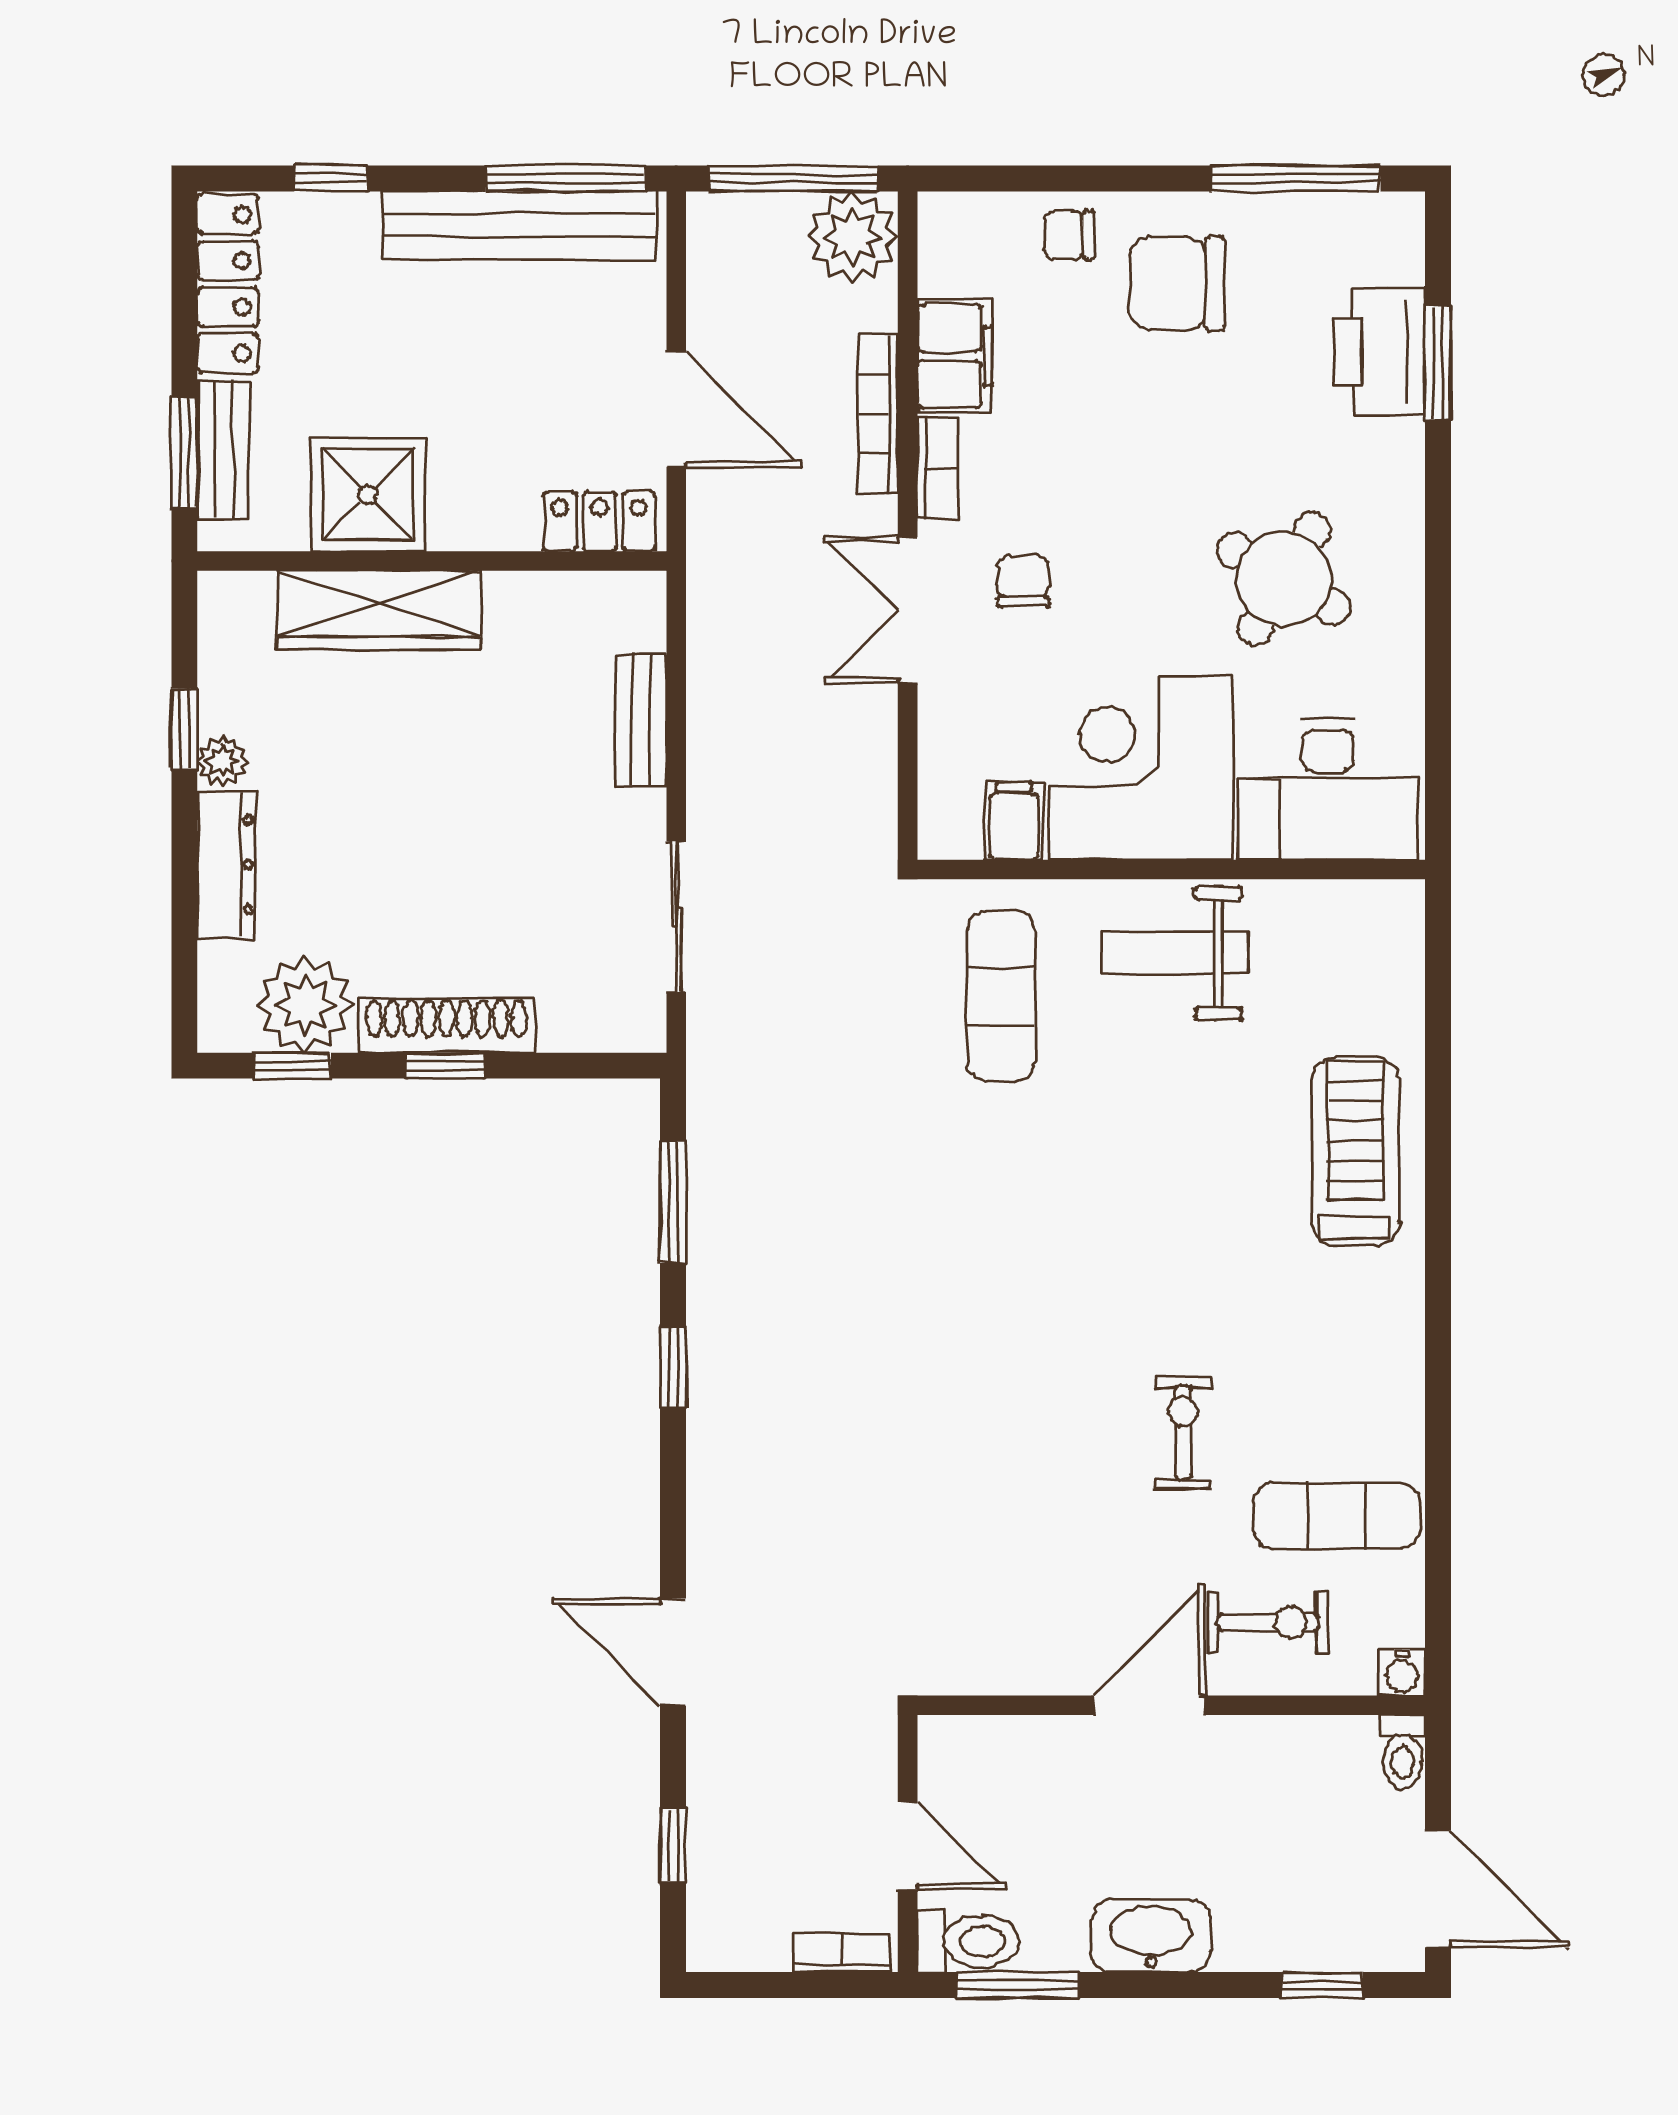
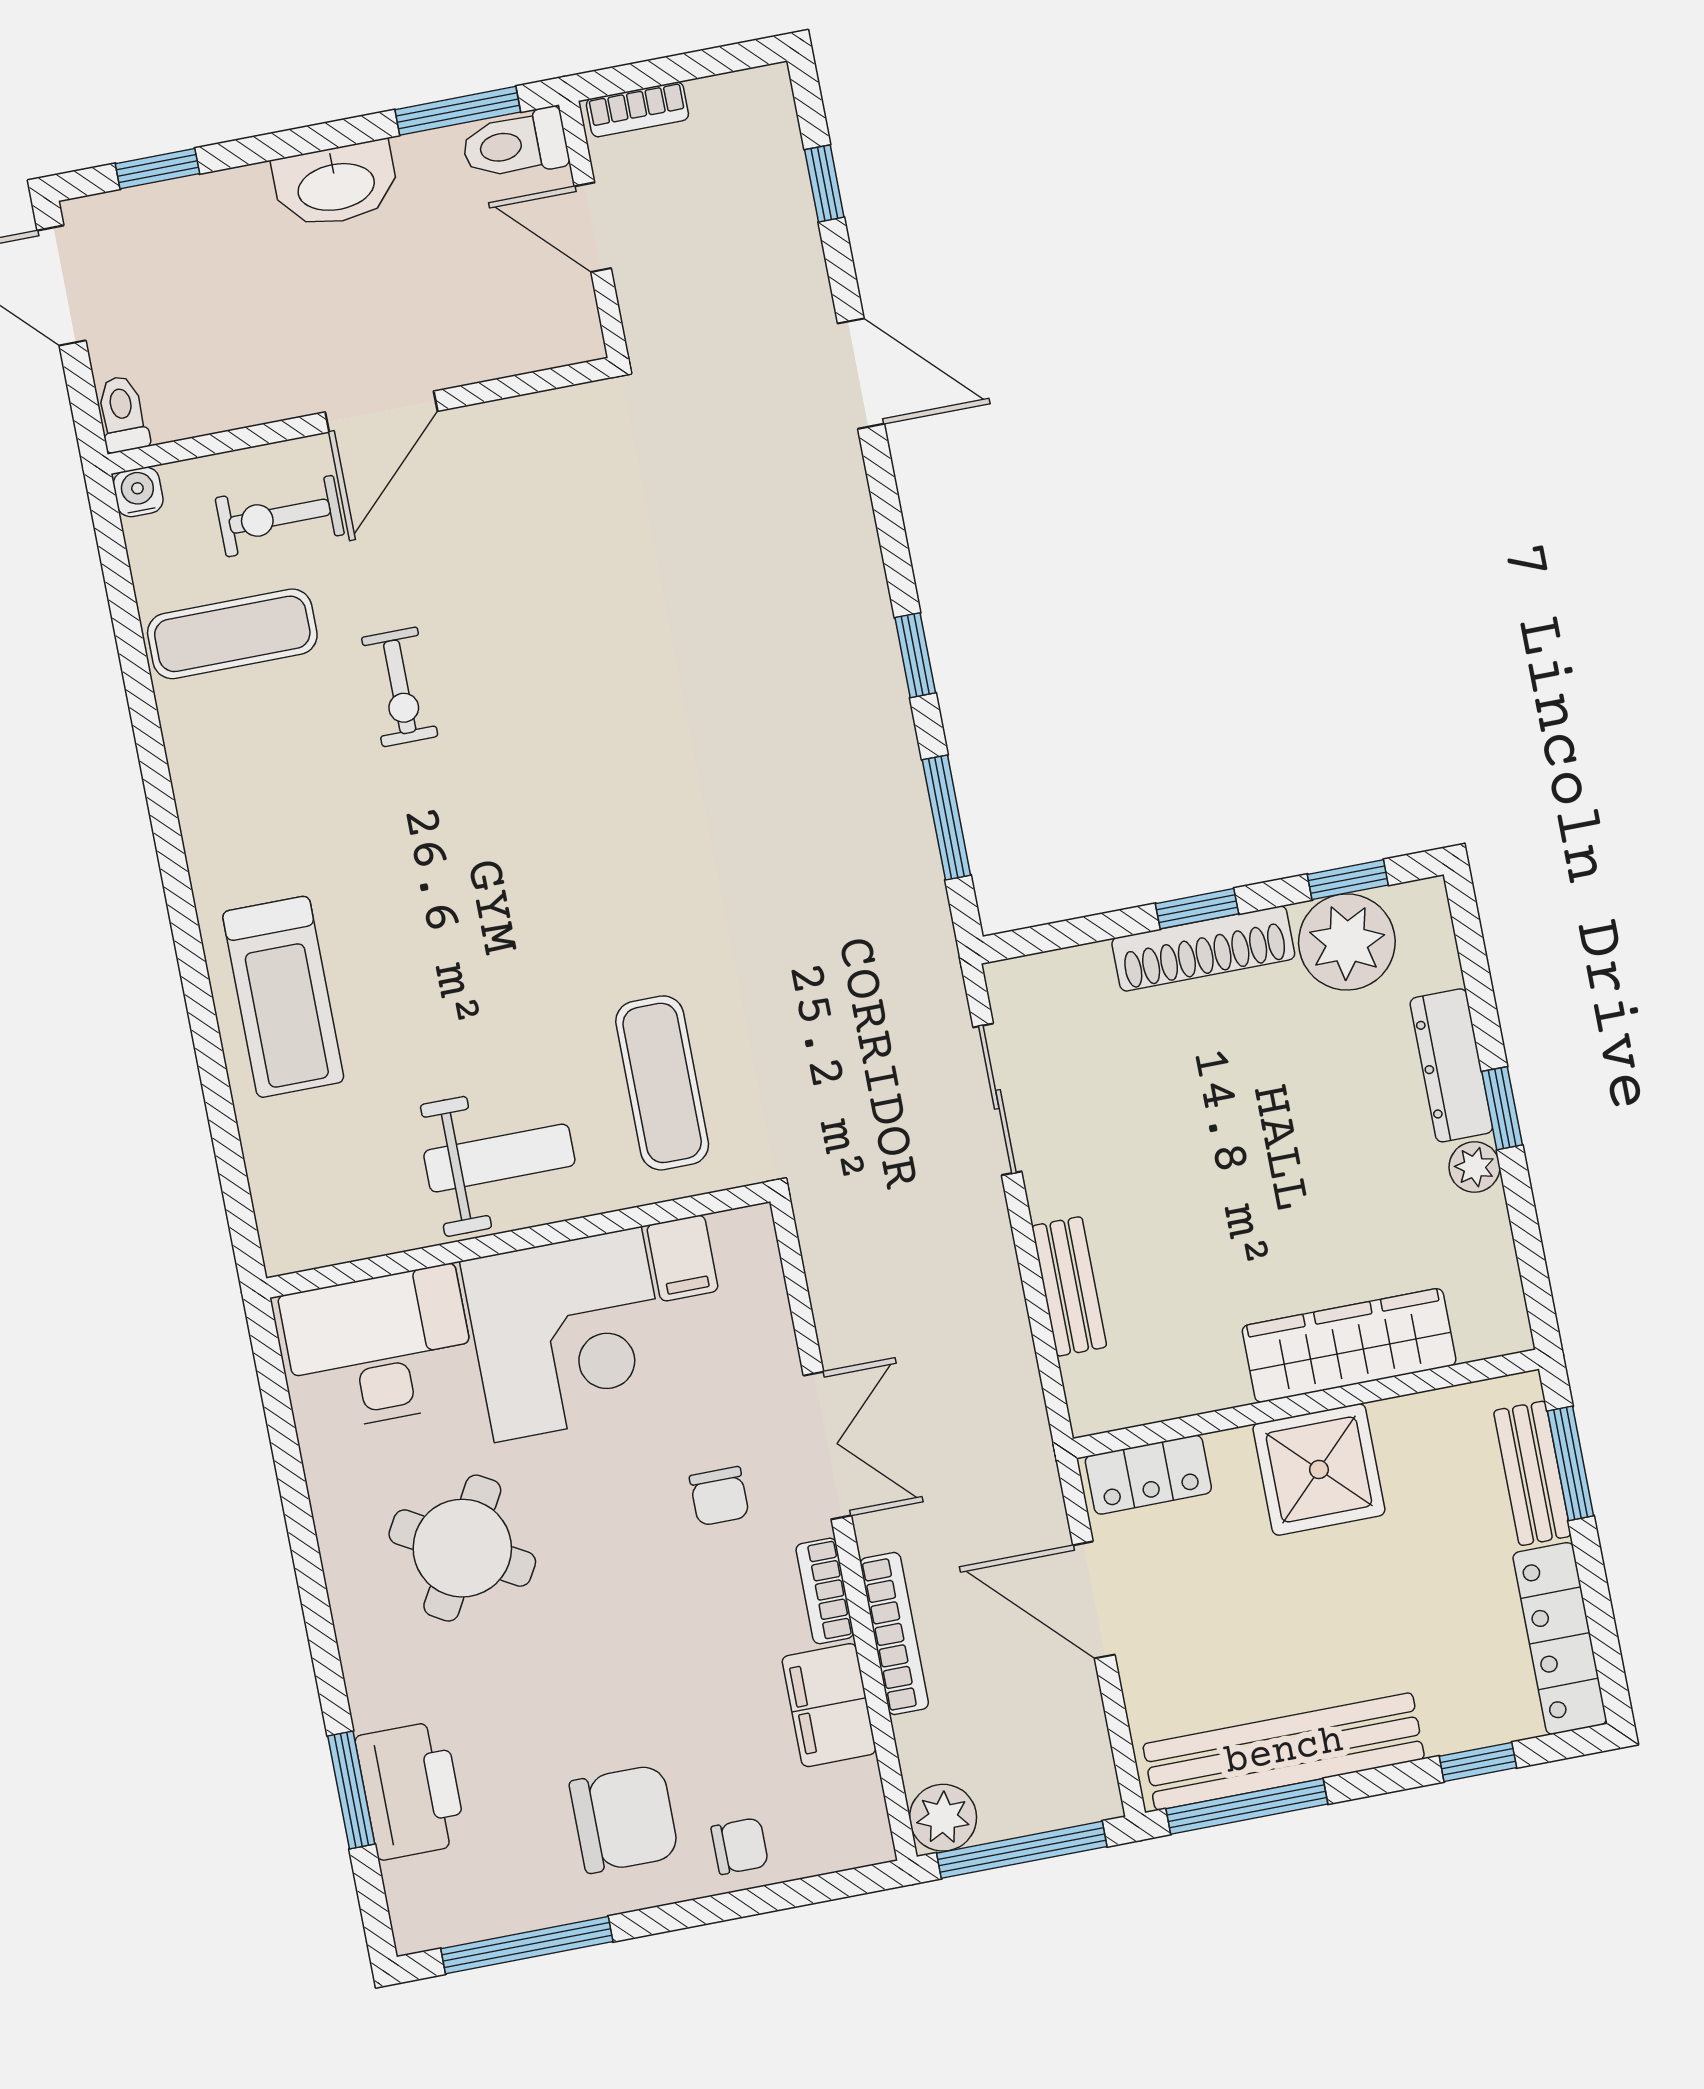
plant: (853, 237) -> (943, 1818), width x0.73, depth x0.73
shower: (368, 494) -> (1319, 1469), moved
window: (184, 729) -> (1502, 1108), moved

